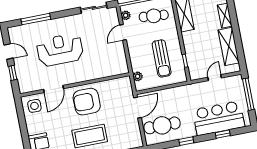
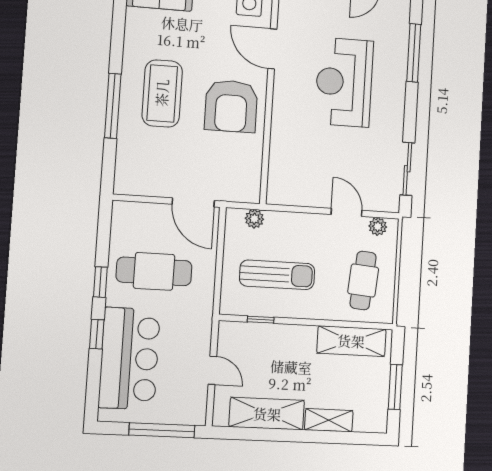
reception desk: (60, 50) -> (344, 82), turned 180
sun lounger: (162, 58) -> (277, 275), turned 180
armchair: (87, 102) -> (231, 106), turned 180
cafe table: (162, 125) -> (154, 271), moved, turned 90
window: (223, 134) -> (97, 334), moved

